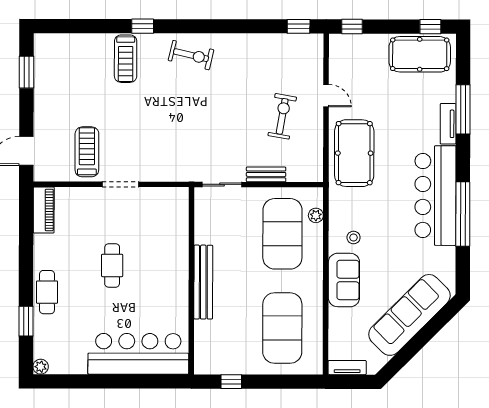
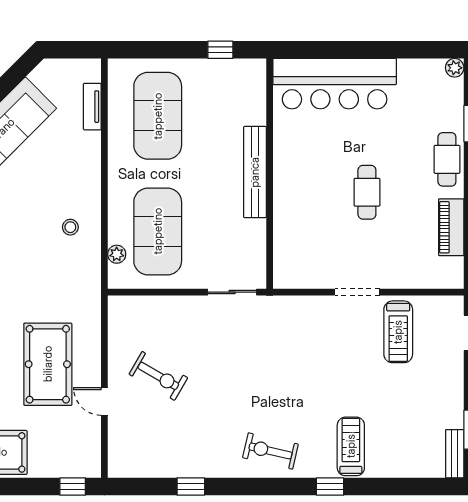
window: (299, 26) -> (191, 486), moved
exercise bike: (282, 116) -> (158, 376), turned -70
pool table: (354, 153) -> (48, 364), moved
bench: (266, 174) -> (455, 454), moved, turned 90
piano: (44, 210) -> (451, 227), moved
sofa: (344, 280) -> (82, 175), removed
tv unit: (347, 368) -> (92, 107), moved, turned 90

